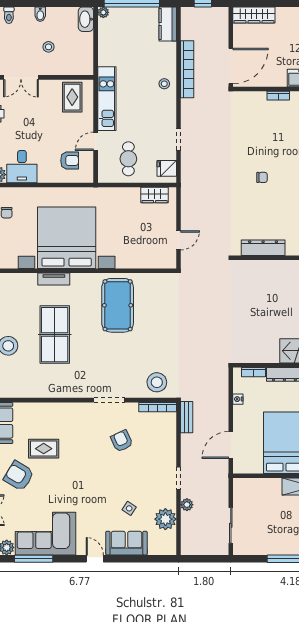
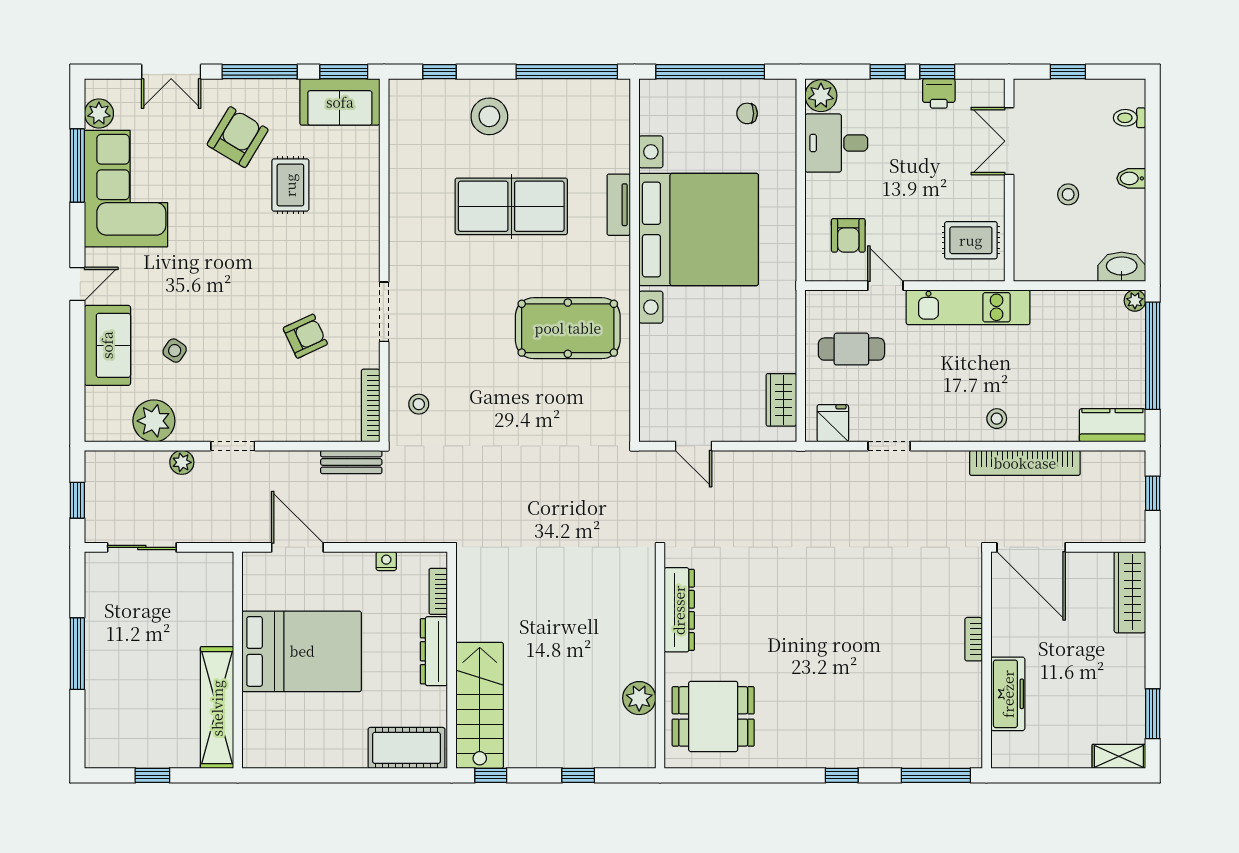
chair: (262, 177) -> (815, 608), removed
stool: (157, 382) -> (419, 404), width x0.53, depth x0.53
window: (206, 559) -> (77, 500), added

